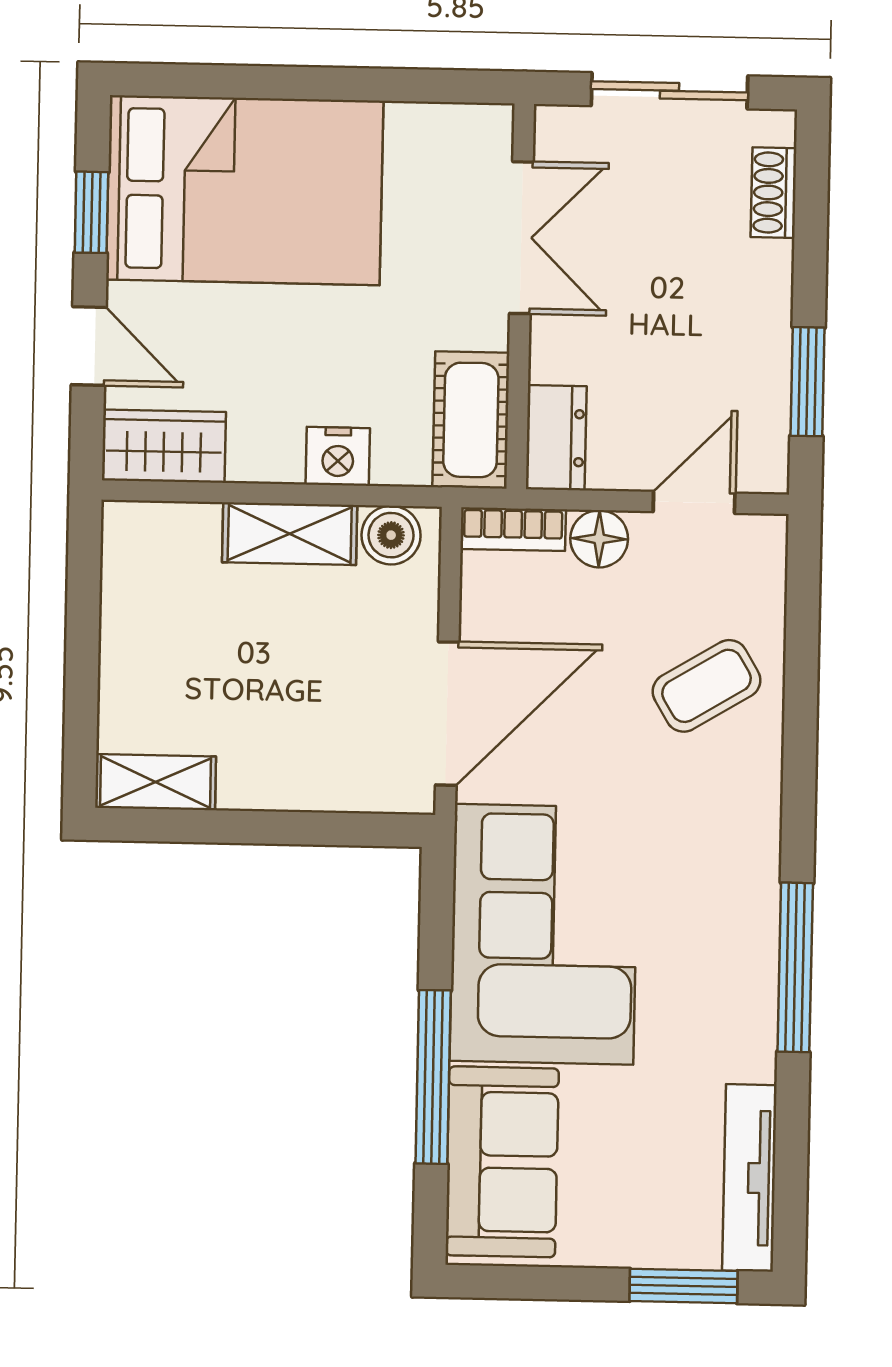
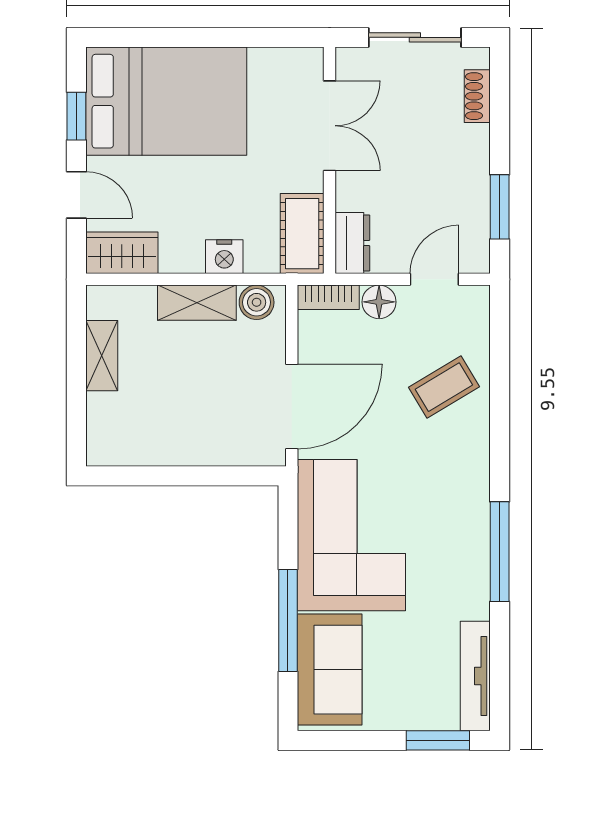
shelving: (156, 782) -> (102, 356), moved, turned 90

